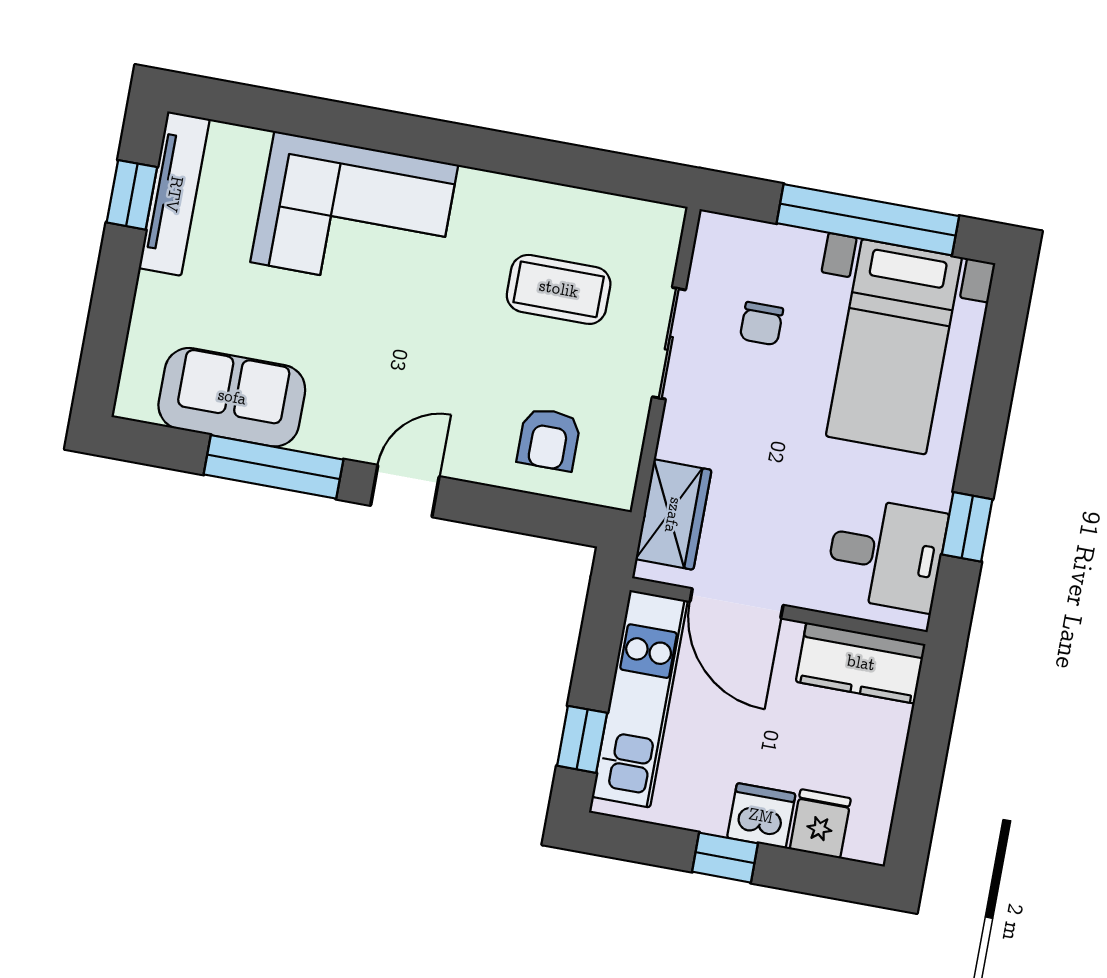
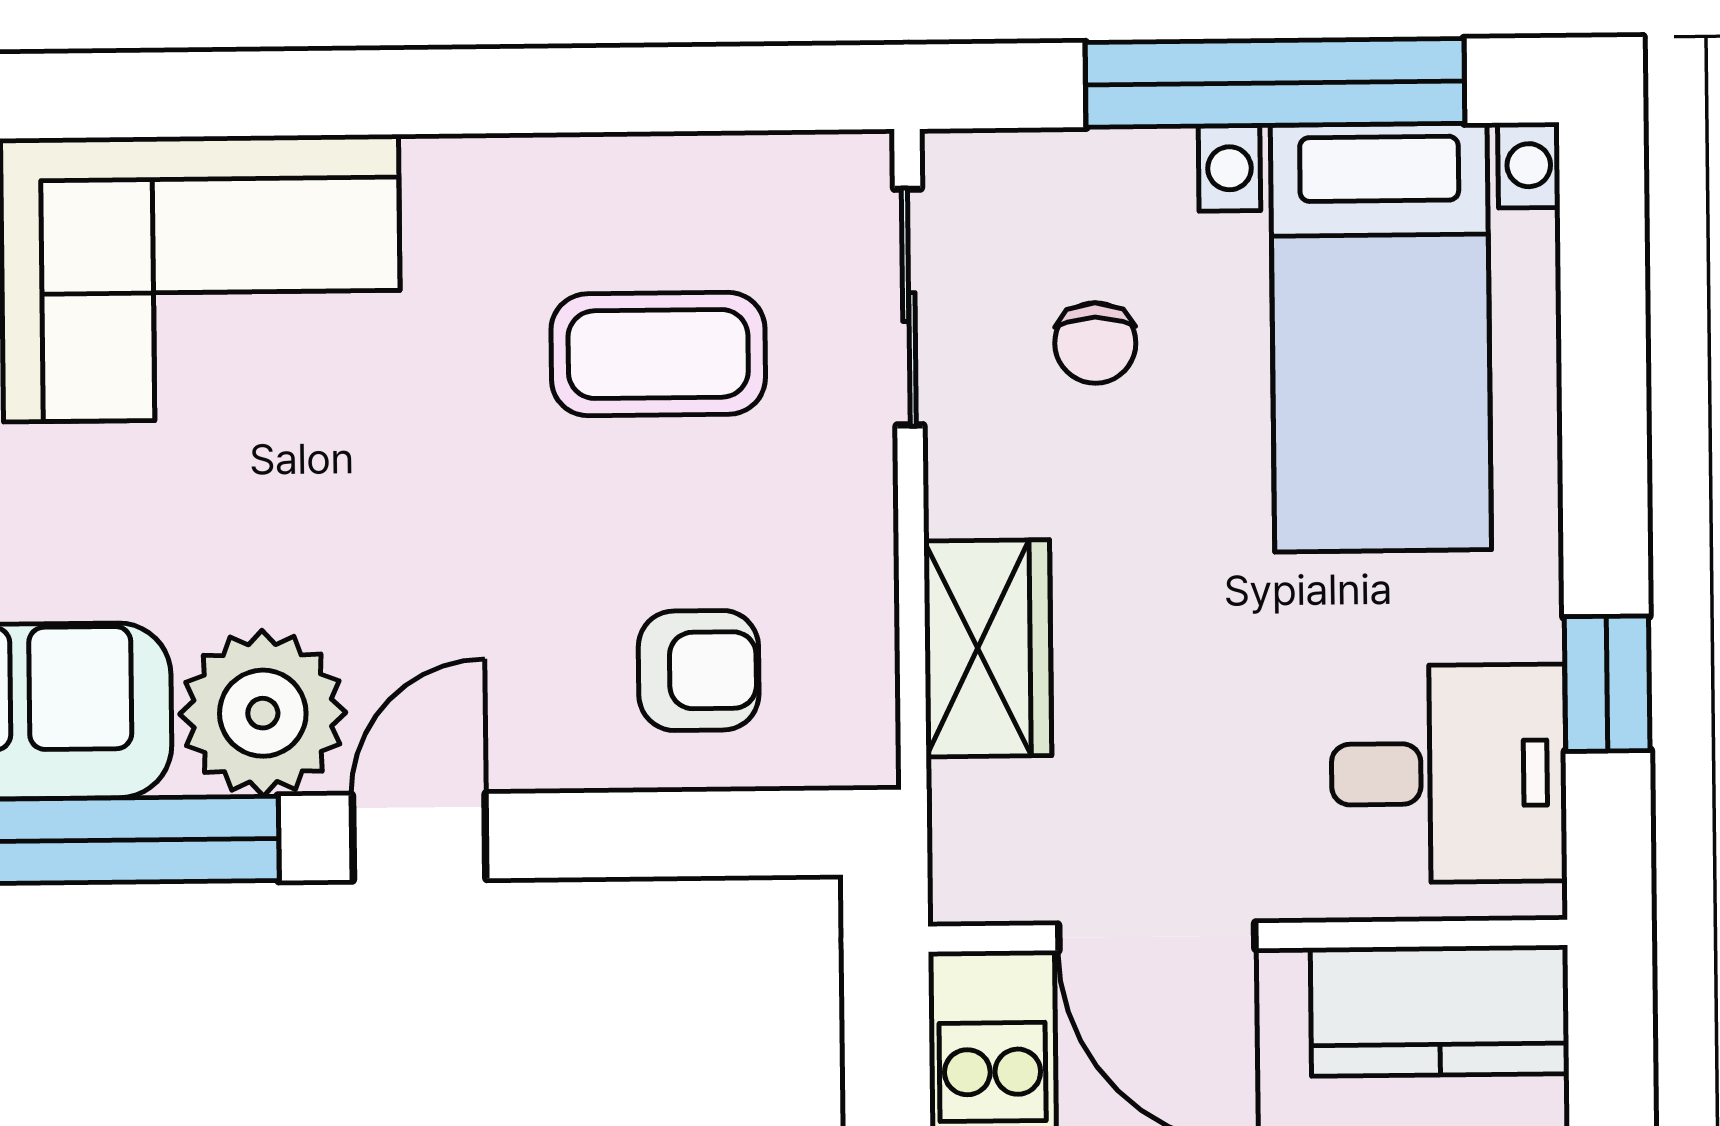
sliding door: (669, 343) -> (909, 307), moved
plant: (344, 420) -> (263, 713), added
armchair: (549, 439) -> (699, 670), turned -90
wardrobe: (673, 515) -> (988, 648), moved

